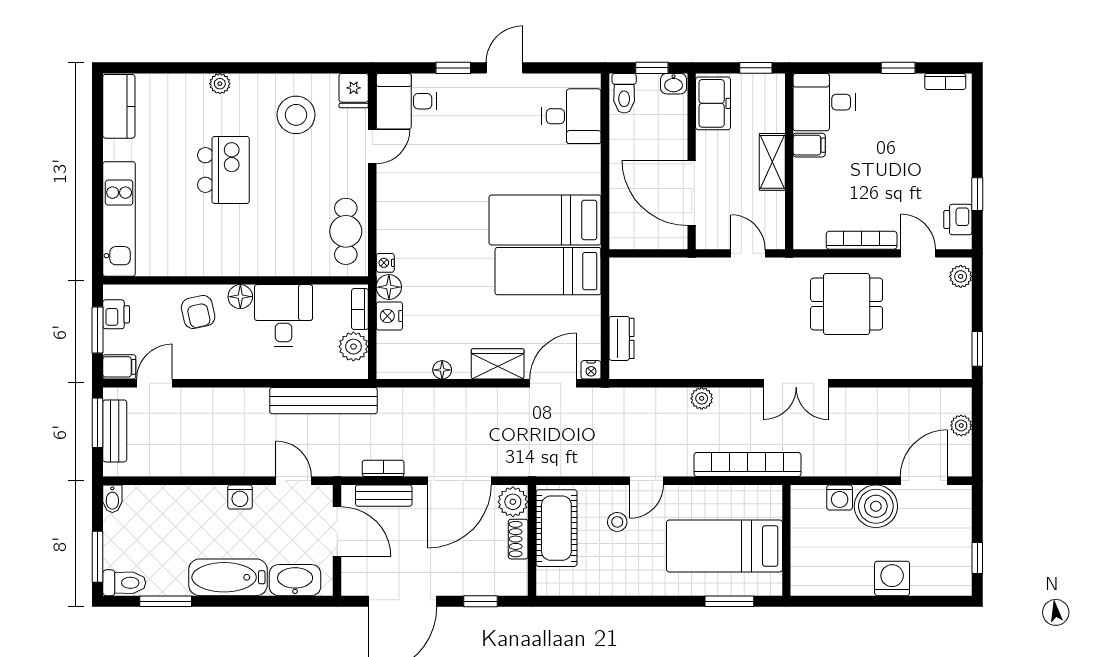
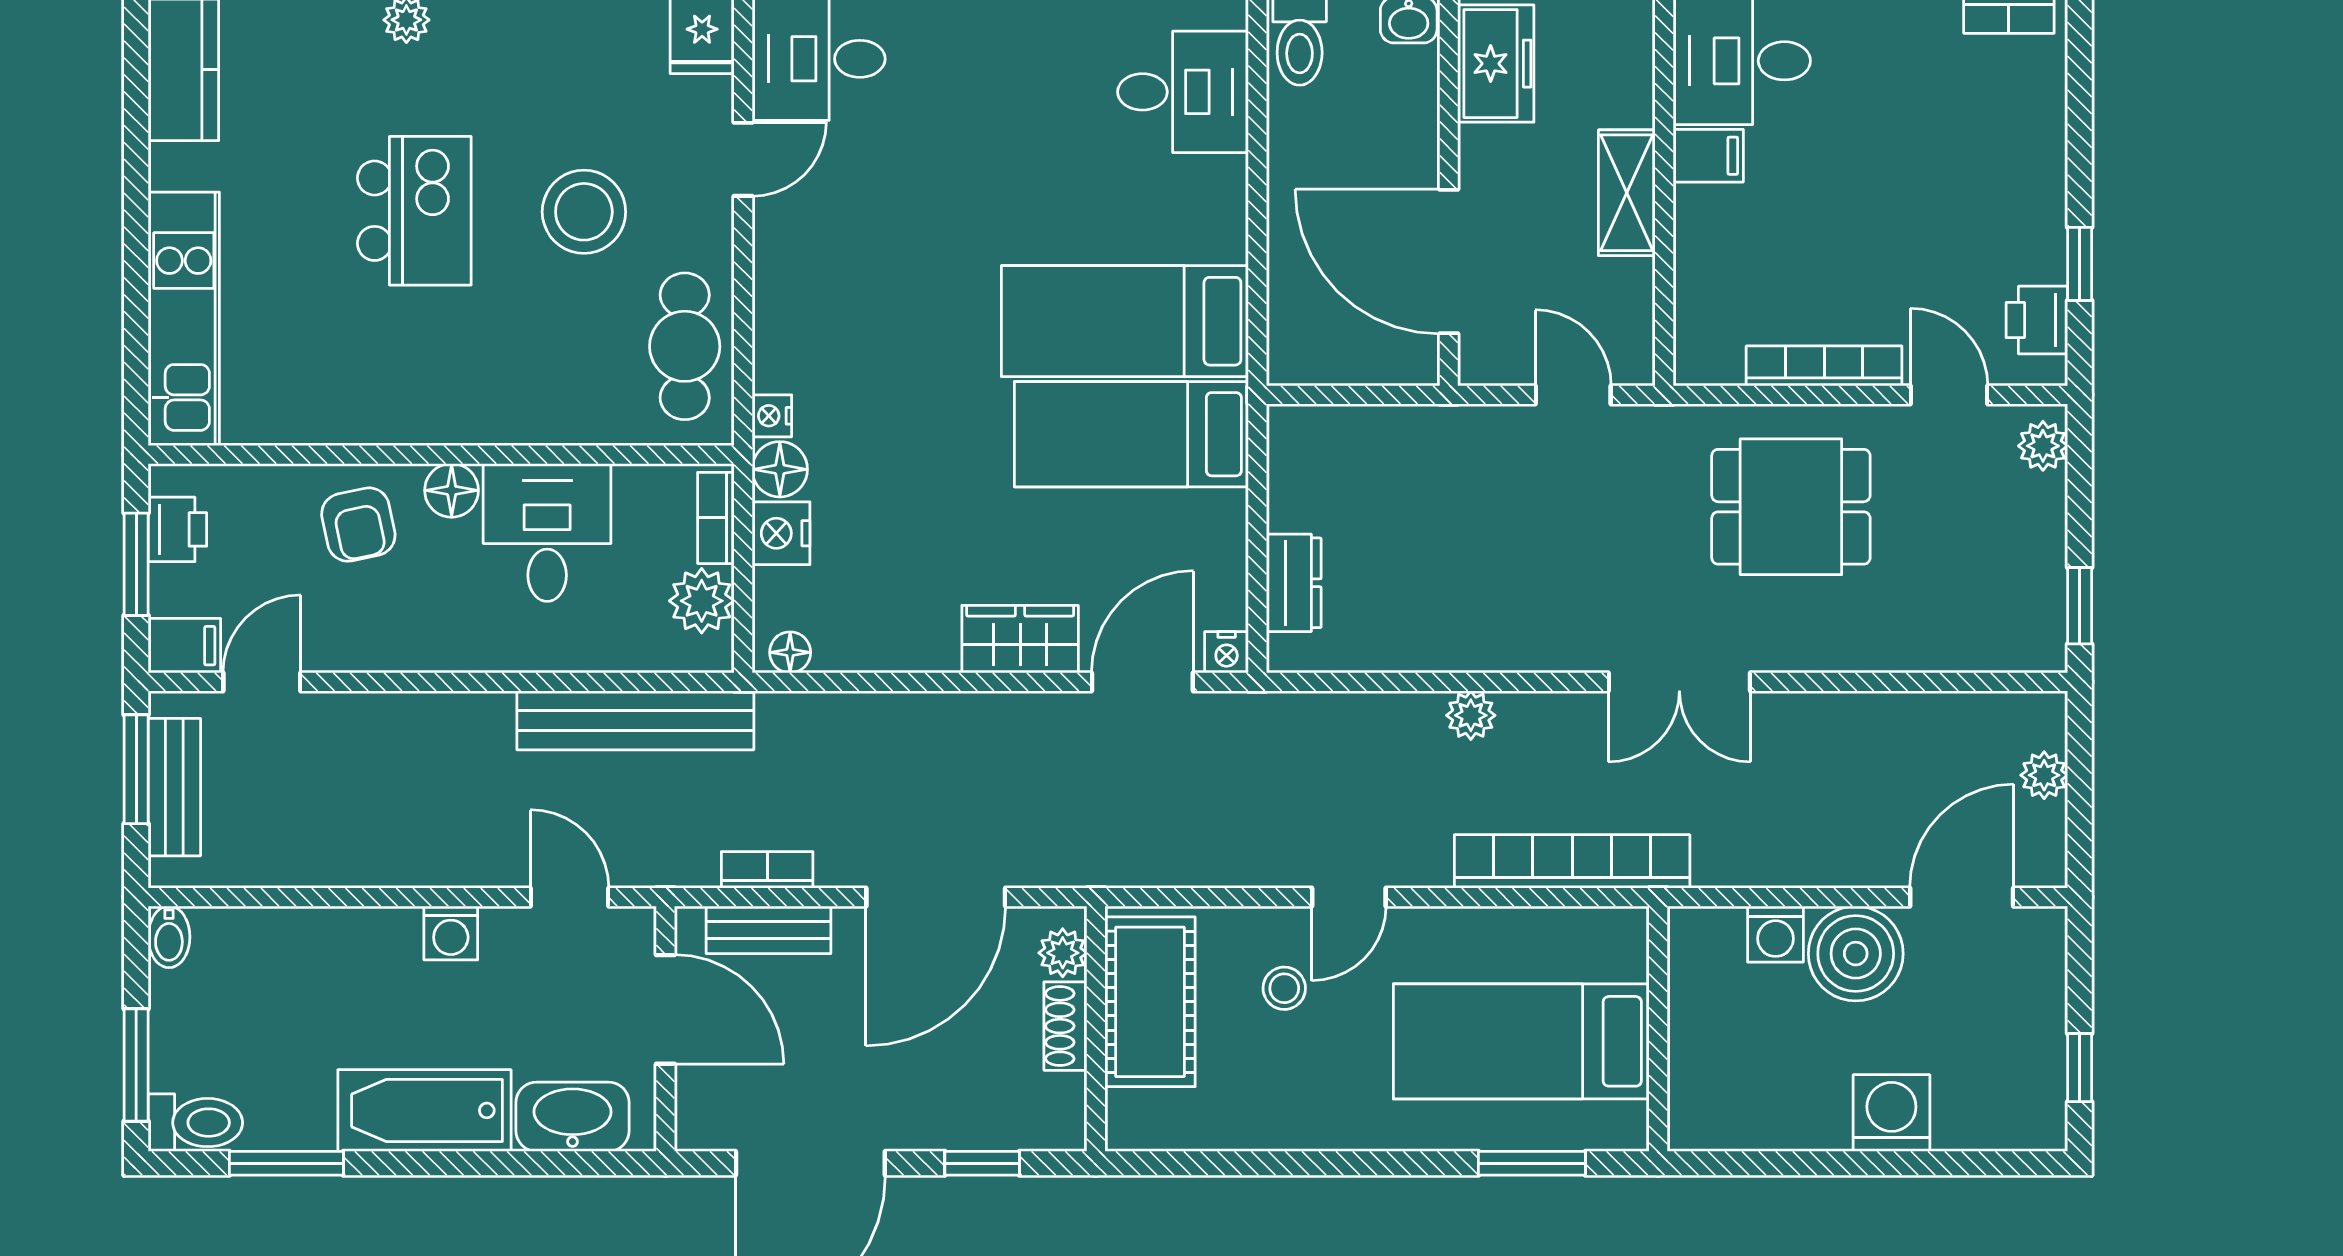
stool: (296, 115) -> (584, 212), moved
floor lamp: (442, 370) -> (790, 652), moved
plant: (513, 502) -> (1063, 953), width x0.73, depth x0.73

